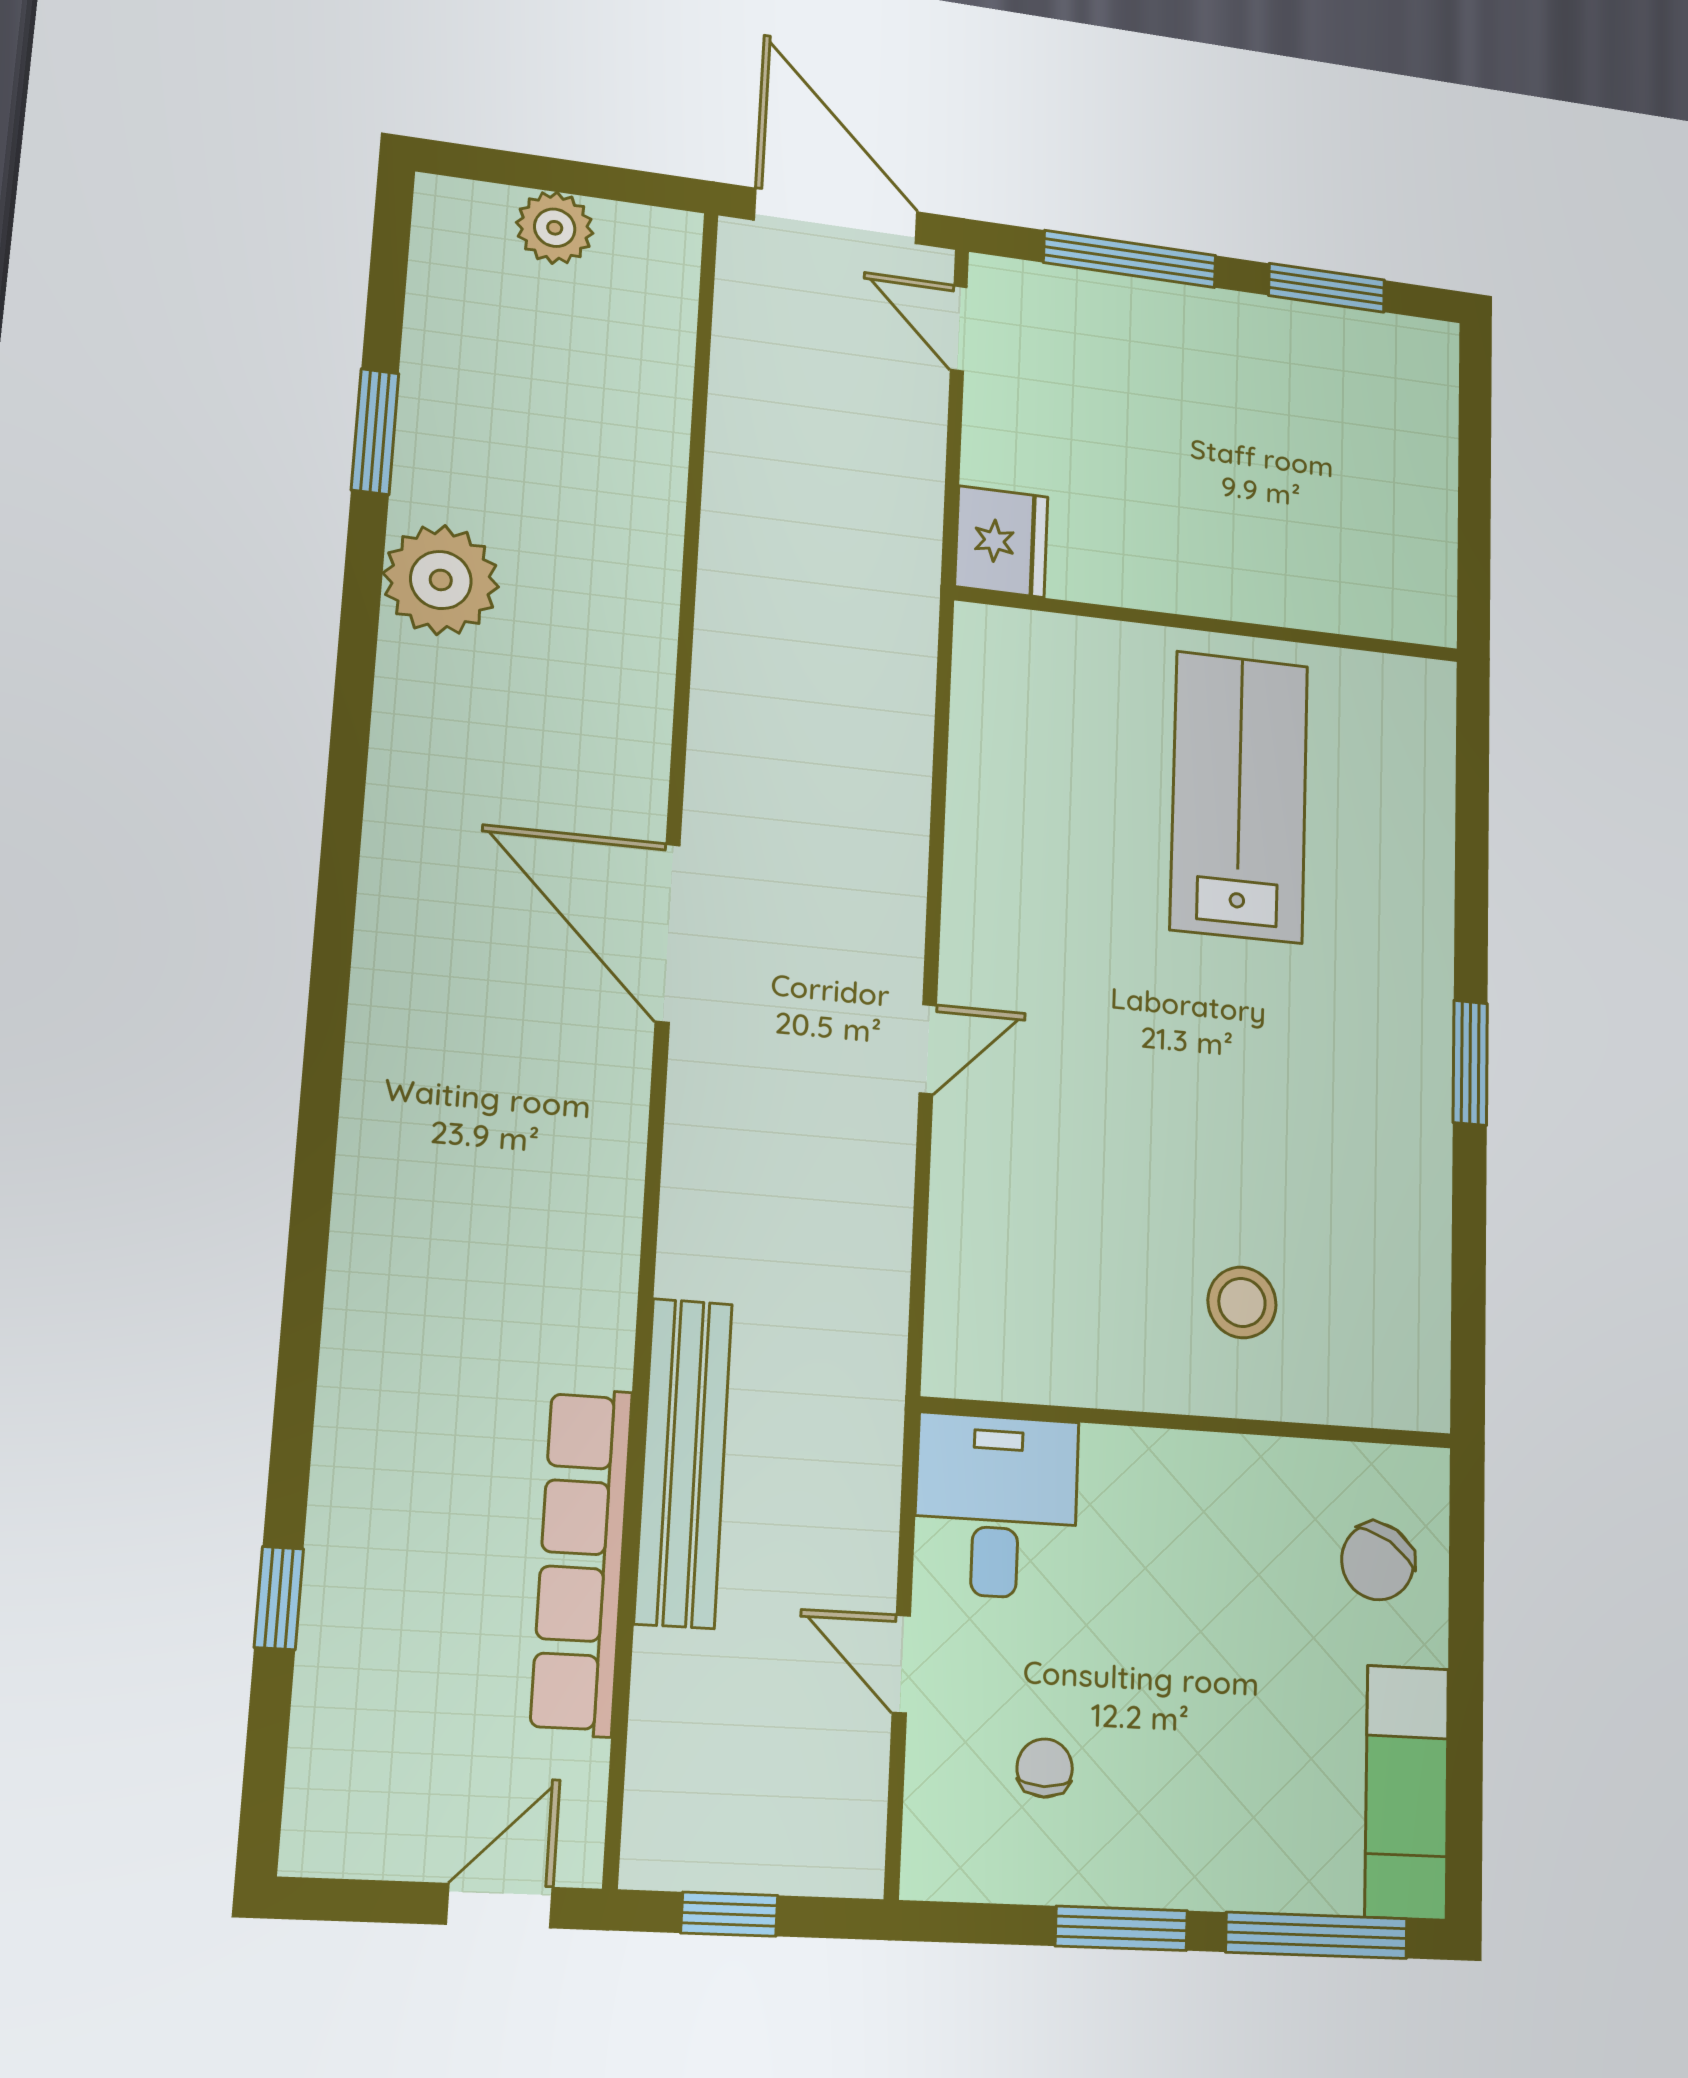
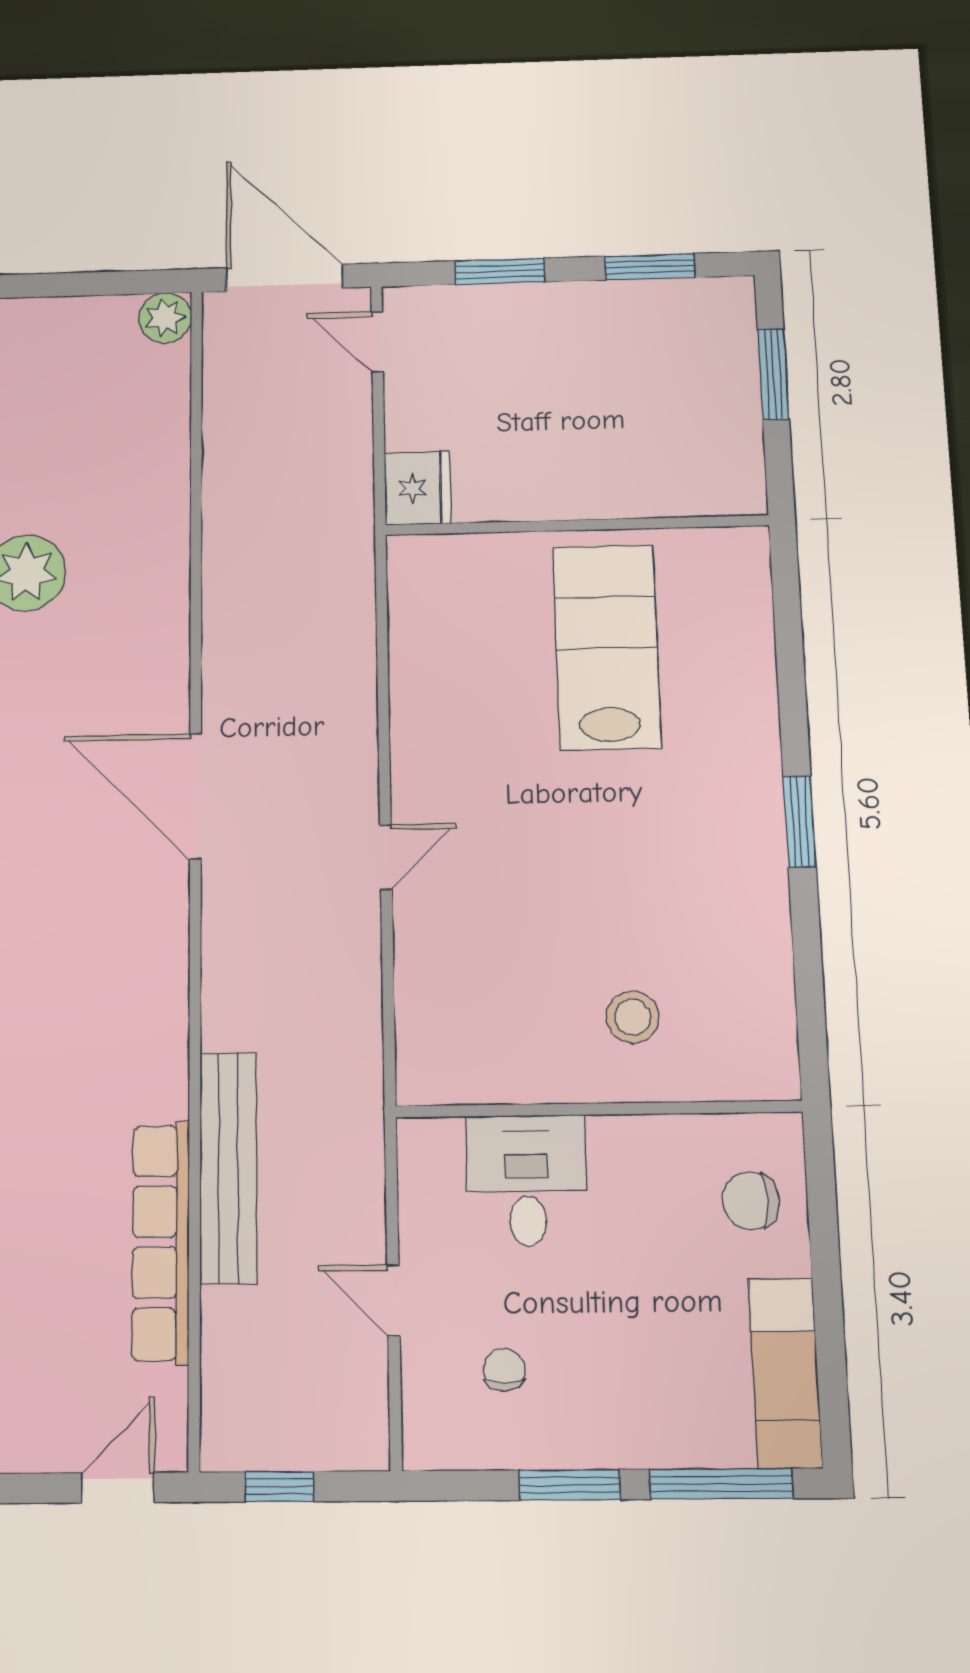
plant: (555, 228) -> (165, 318), moved
window: (1130, 259) -> (500, 271), width x0.69
window: (1475, 460) -> (773, 374), added
desk: (996, 1506) -> (527, 1180), moved
chair: (1378, 1561) -> (751, 1201), turned 58

